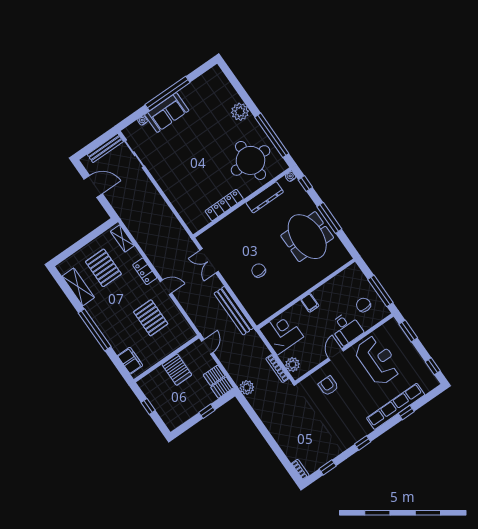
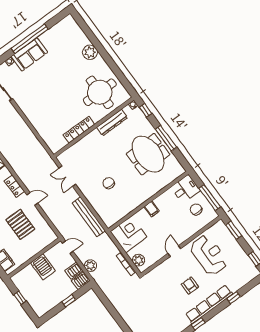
window: (272, 135) -> (117, 71), removed
desk: (346, 328) -> (185, 189), moved, turned -90
door: (207, 347) -> (68, 247), hinge flipped
armchair: (328, 386) -> (190, 286), moved
plant: (247, 387) -> (91, 266), moved
row of seats: (396, 406) -> (209, 304), moved

